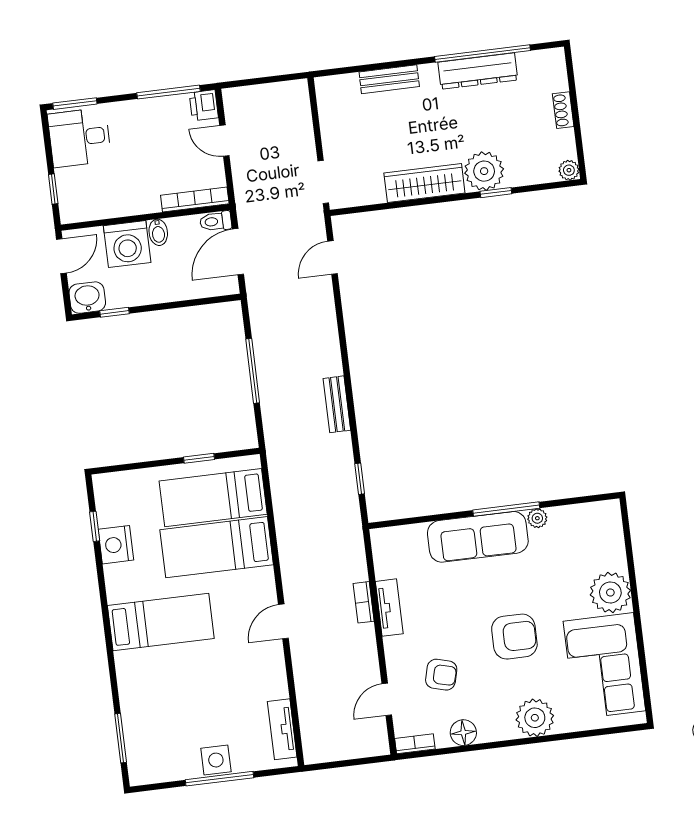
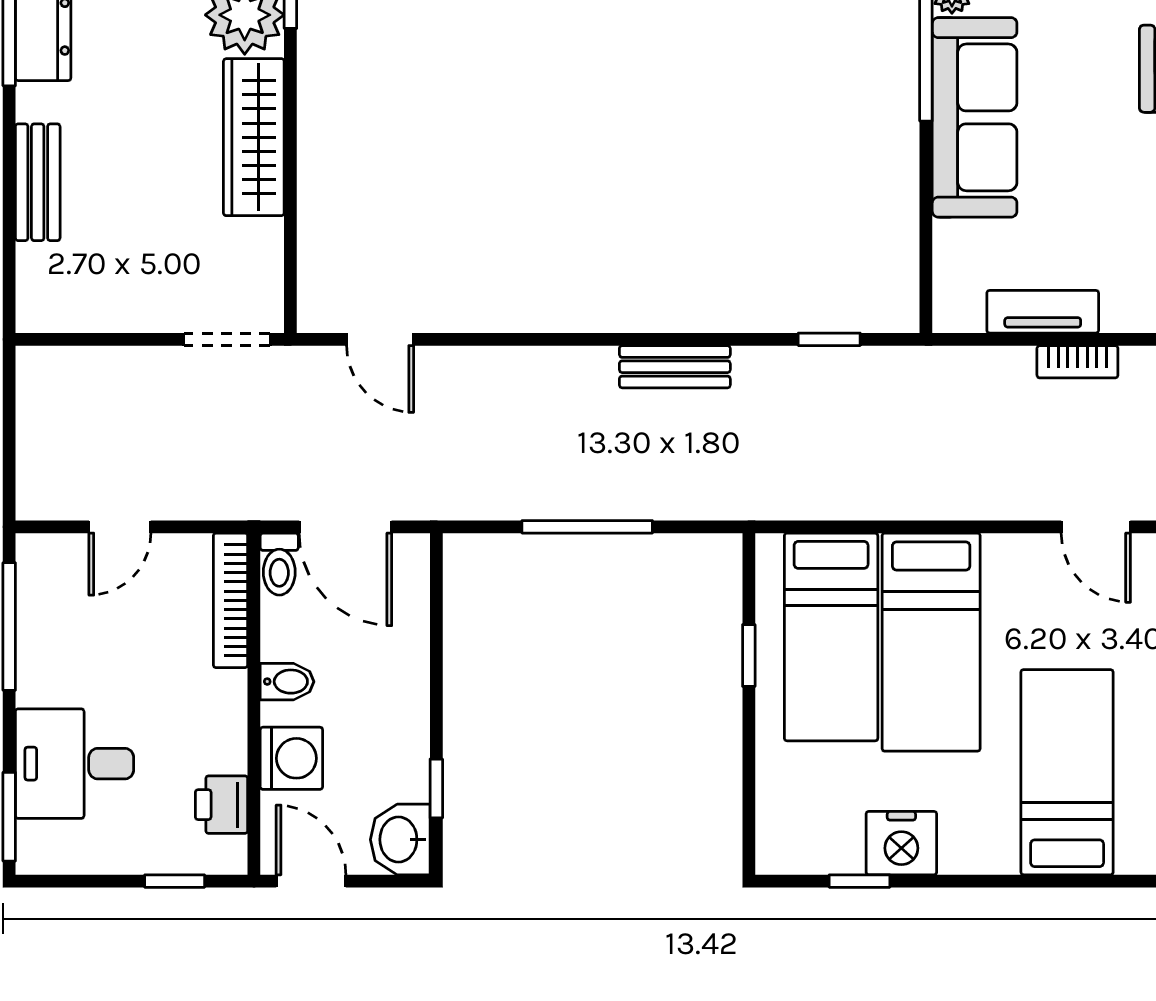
printer: (204, 105) -> (222, 805), moved, turned 90
desk: (80, 137) -> (75, 764), moved, turned 90
washing machine: (127, 244) -> (291, 758), width x0.73, depth x0.73
tv unit: (389, 608) -> (1043, 312), moved

